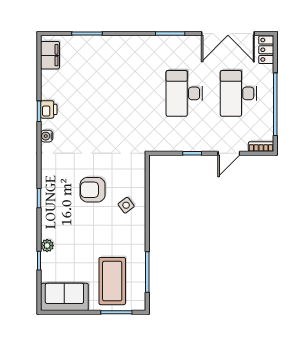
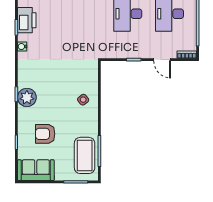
printer: (49, 109) -> (27, 20), width x1.87, depth x1.48
door: (229, 153) -> (162, 60), hinge flipped
armchair: (93, 190) -> (45, 134), moved
plant: (47, 246) -> (27, 97), moved, width x1.88, depth x1.88
coffee table: (112, 281) -> (85, 155), moved

